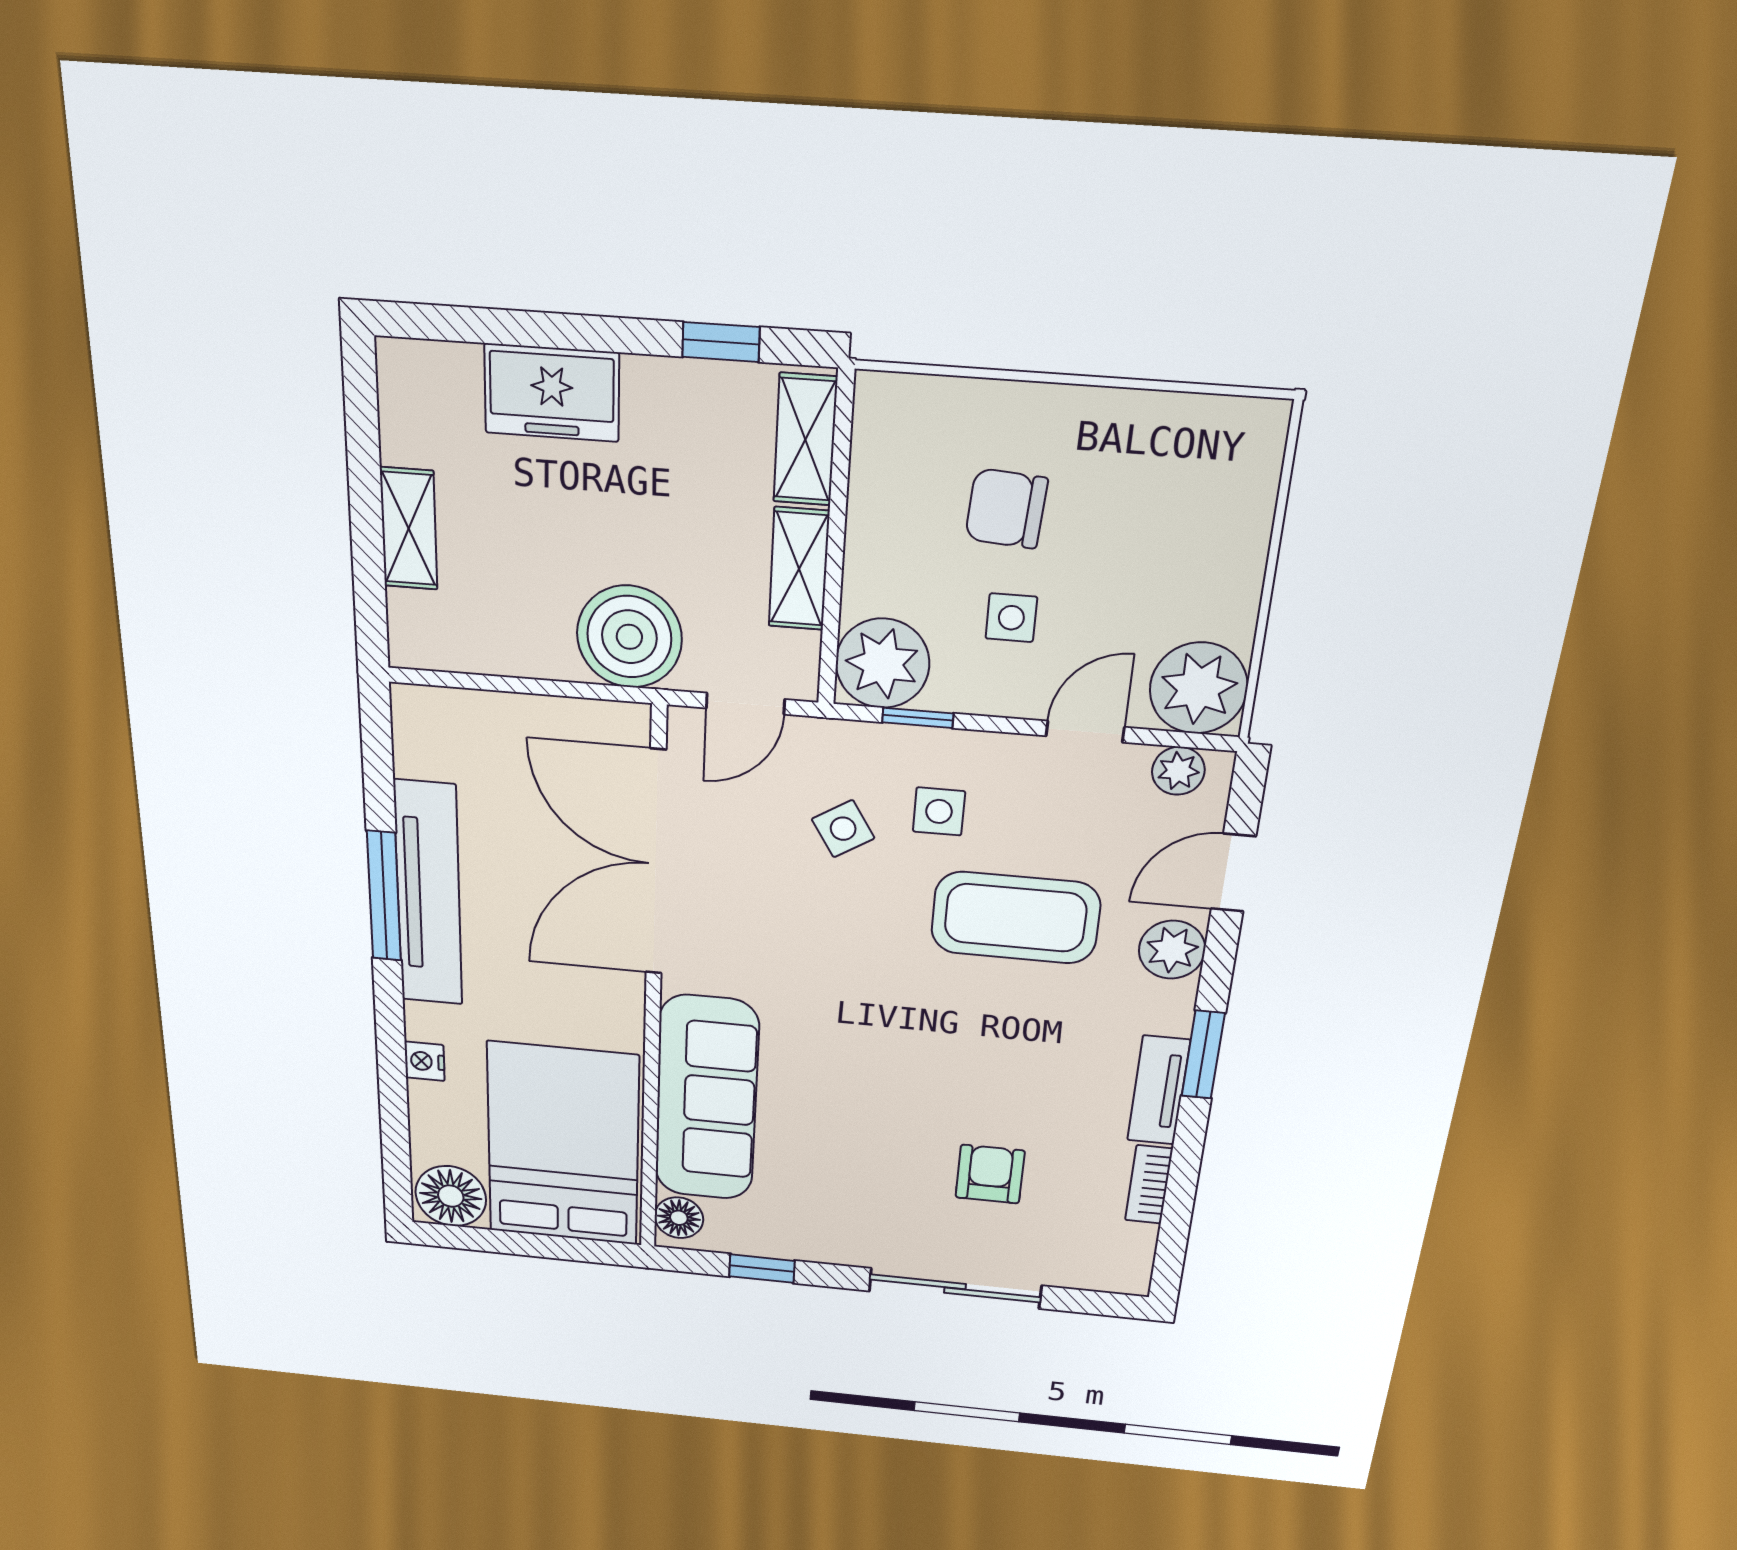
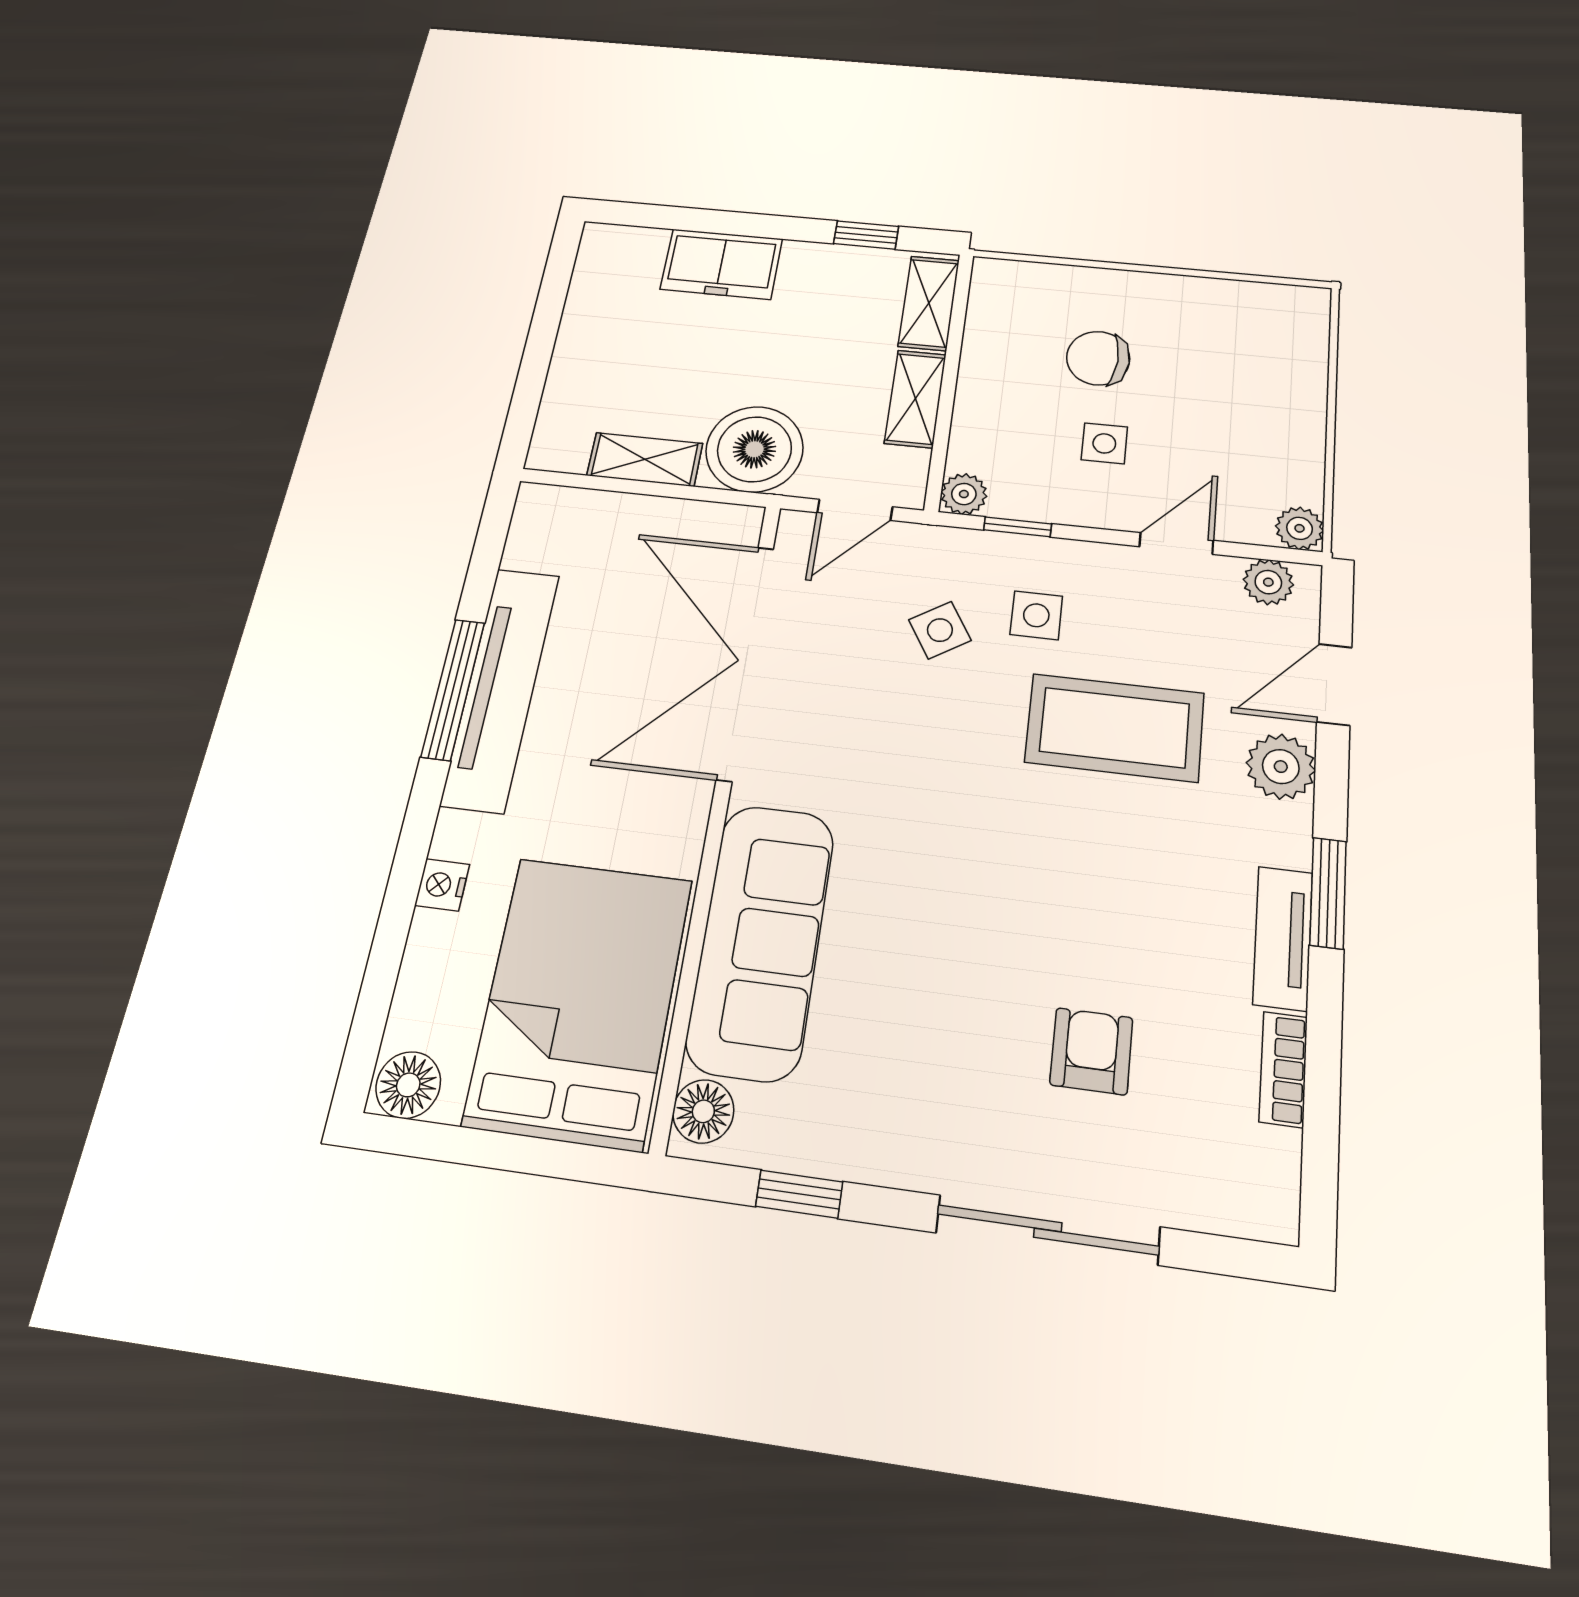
shelving: (409, 529) -> (645, 459), moved, turned 90
plant: (883, 663) -> (964, 494), width x0.53, depth x0.53
plant: (1199, 688) -> (1300, 528), width x0.53, depth x0.53
floor lamp: (451, 1196) -> (408, 1085), width x0.73, depth x0.73

